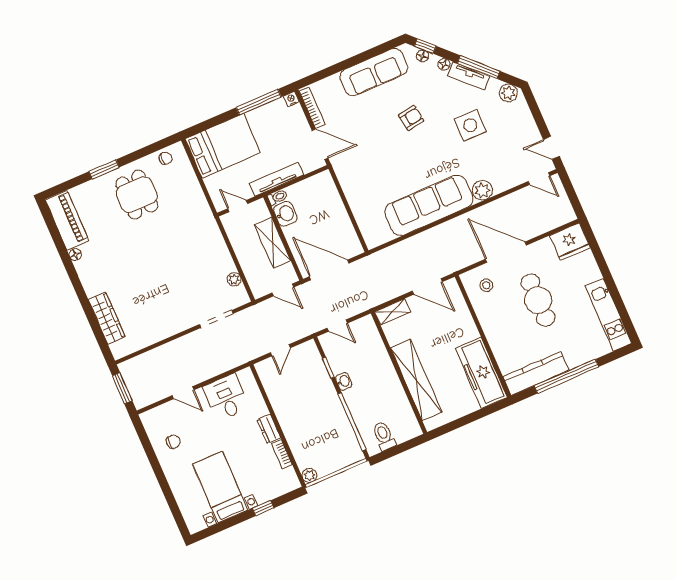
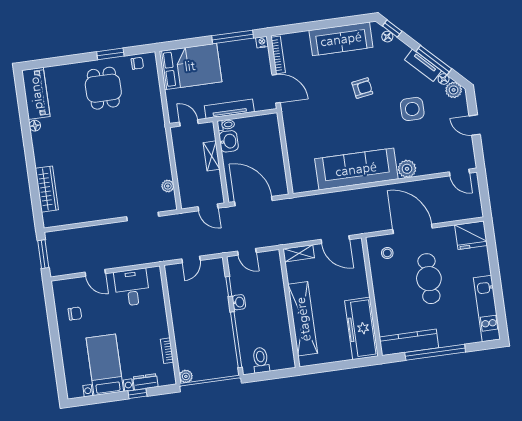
floor lamp: (444, 64) -> (444, 79), moved
door: (551, 148) -> (475, 125), moved
window: (104, 169) -> (110, 54), moved
shelving: (272, 243) -> (212, 156), width x0.67, depth x0.75
dresser: (269, 429) -> (145, 382), moved, turned 90

